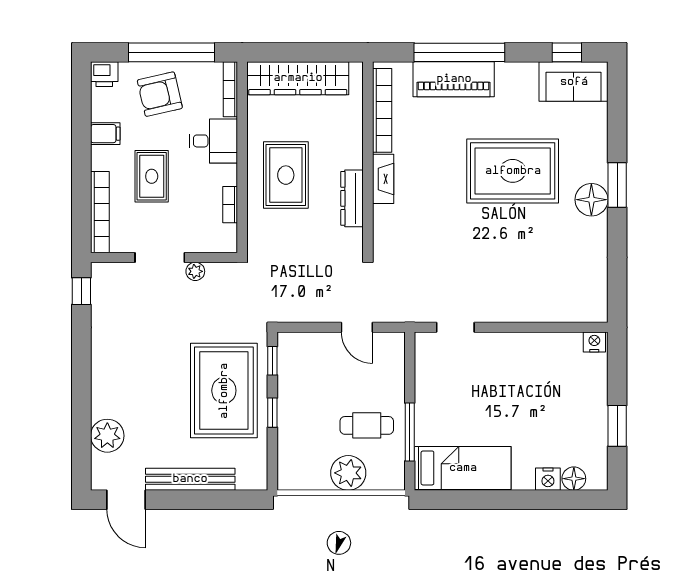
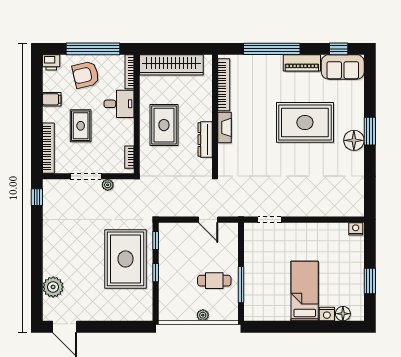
piano: (454, 79) -> (302, 63), moved, width x0.73, depth x0.75
bookcase: (230, 205) -> (129, 157), moved
bed: (463, 468) -> (305, 291), moved, turned -90
plant: (348, 473) -> (203, 315), width x0.53, depth x0.53
bench: (190, 479) -> (105, 314), removed

